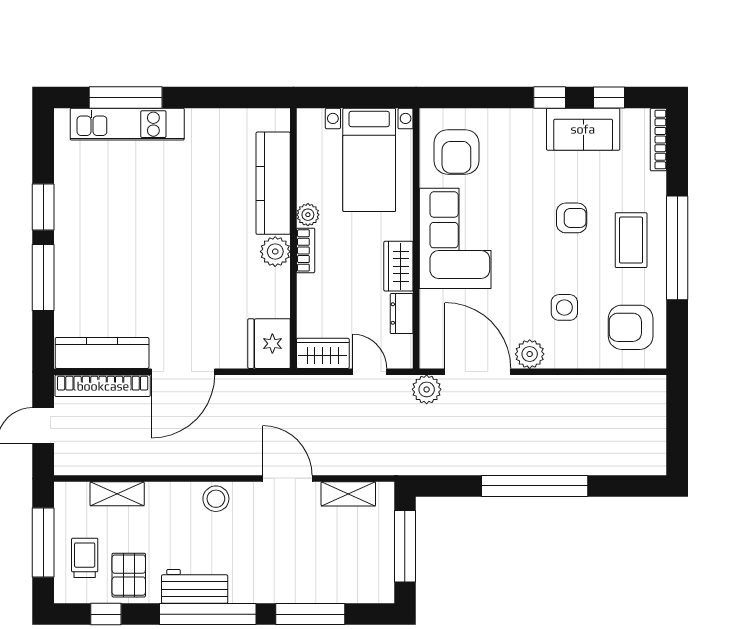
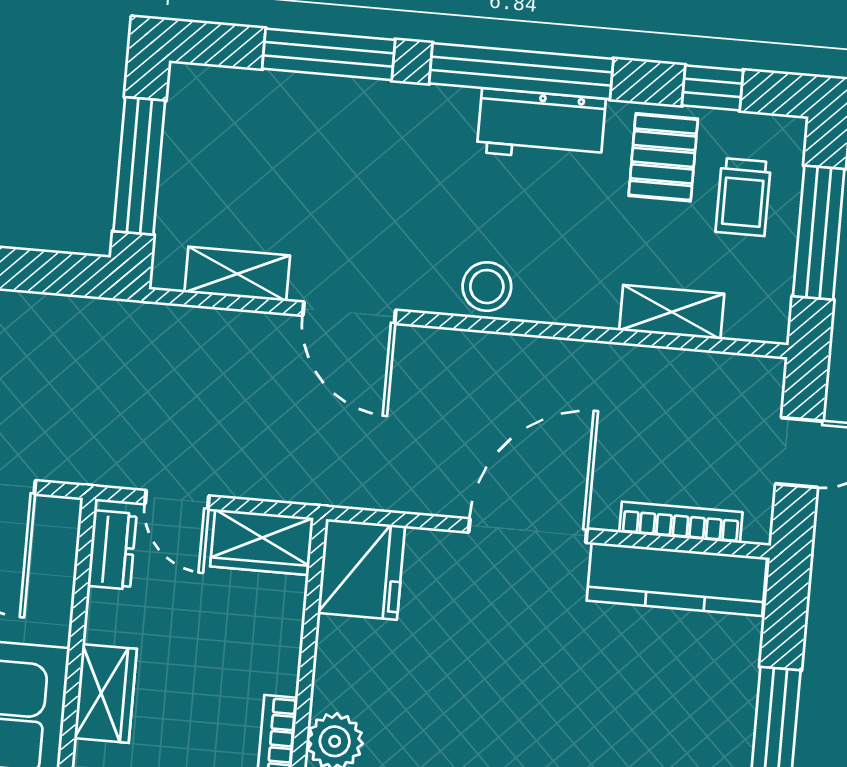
dresser: (402, 314) -> (112, 550), moved
bookcase: (103, 386) -> (681, 522), width x0.68, depth x0.76
plant: (427, 389) -> (73, 457), removed

